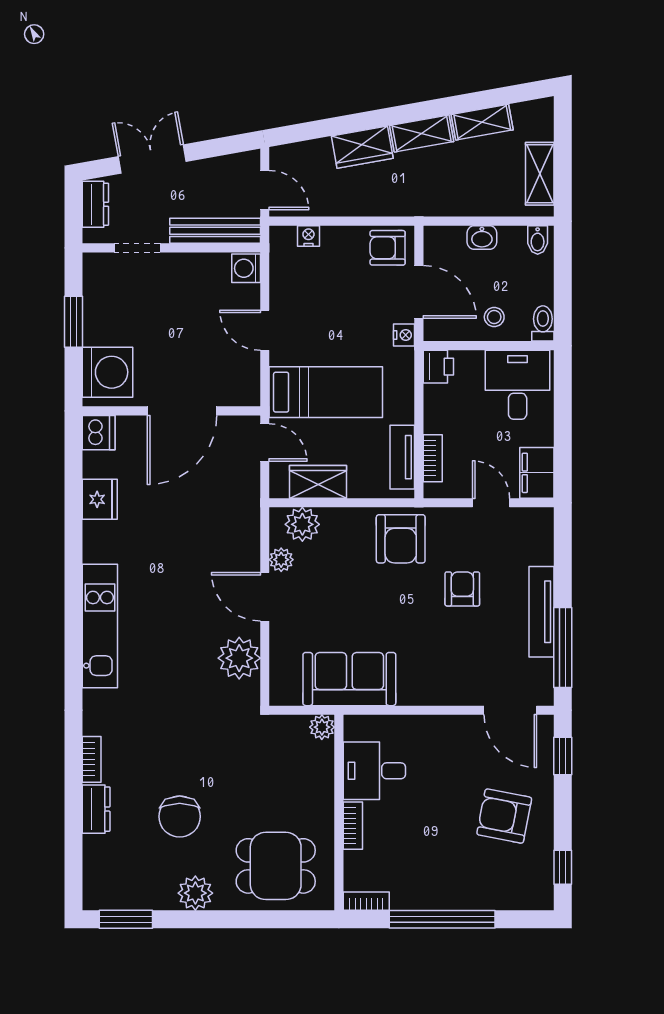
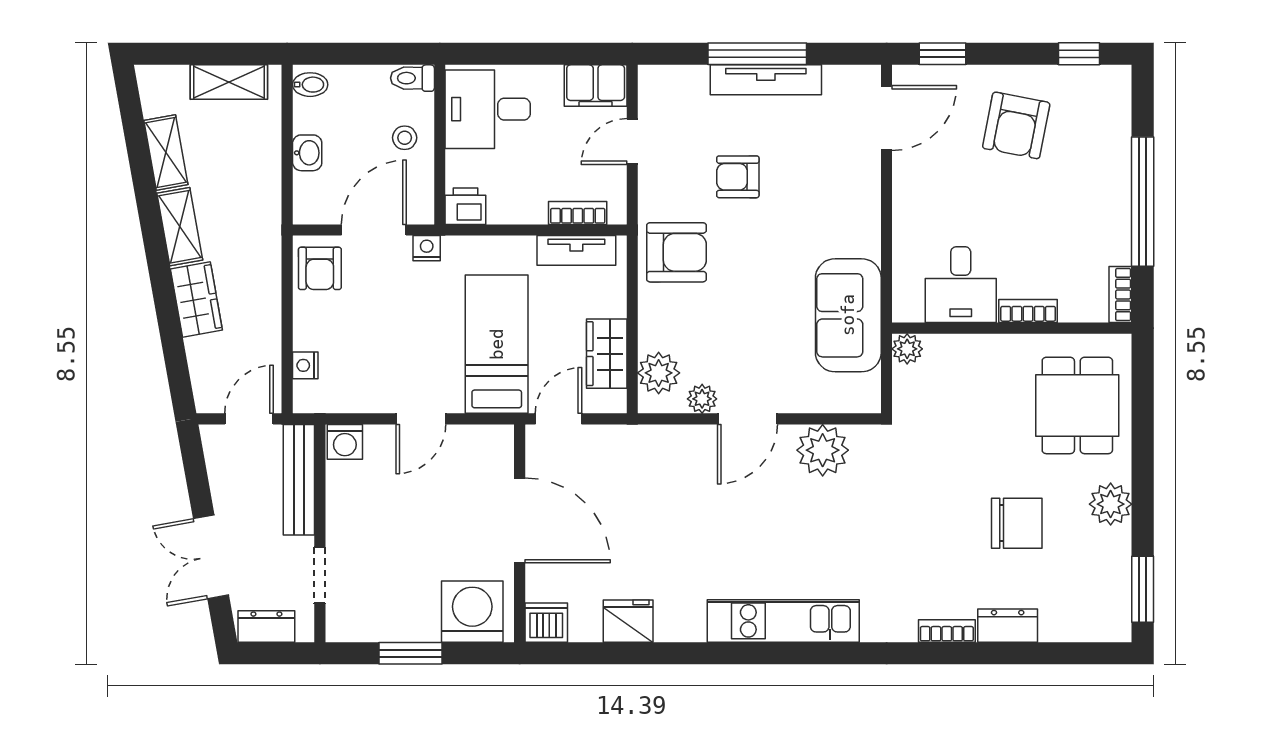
window: (563, 647) -> (757, 54), moved

